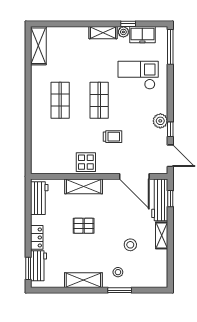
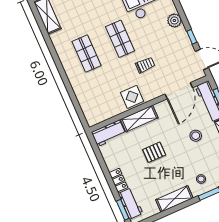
plant: (160, 121) -> (174, 20), moved
door: (134, 176) -> (179, 91), hinge flipped
workbench: (39, 198) -> (109, 133), moved, turned 90
stool: (130, 245) -> (196, 136), moved

